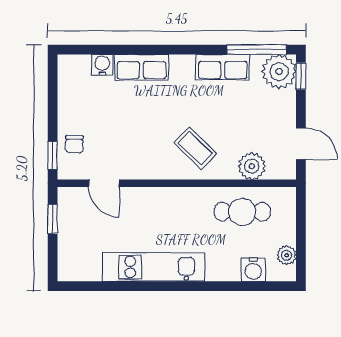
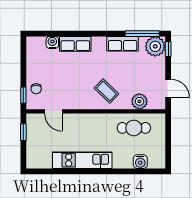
plant: (287, 255) -> (160, 153), removed

